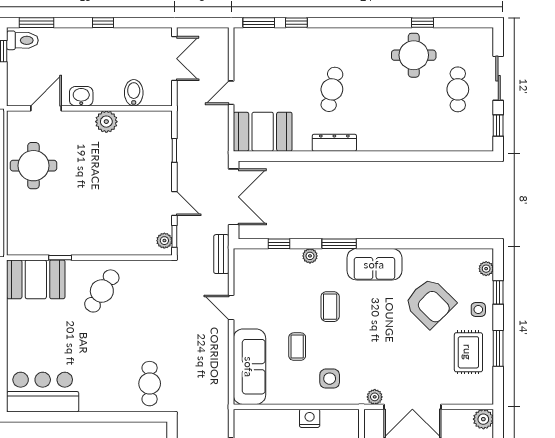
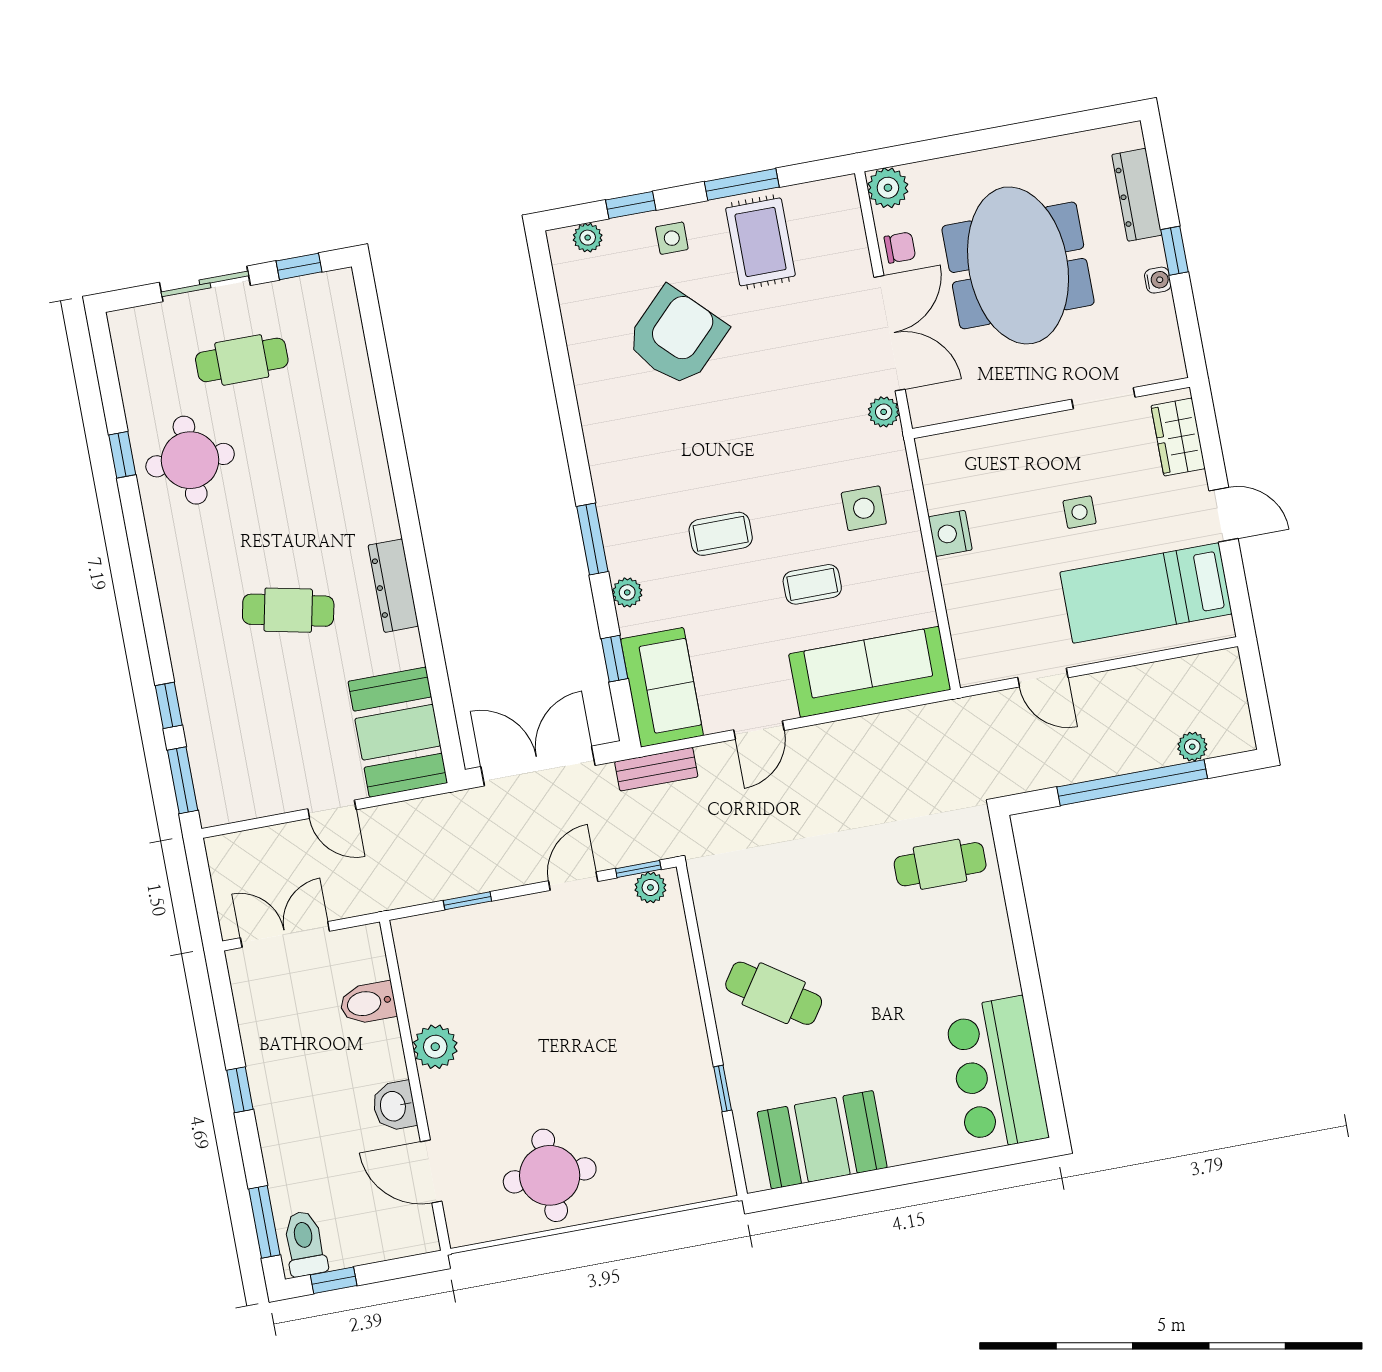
sofa: (374, 264) -> (662, 687), moved
booth: (36, 279) -> (822, 1140), moved, turned 90
rug: (468, 352) -> (760, 242), turned 90
chair: (453, 420) -> (900, 248), added

